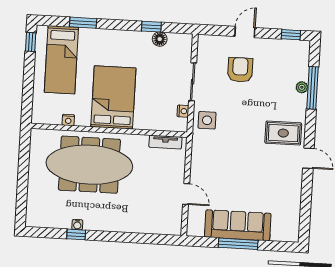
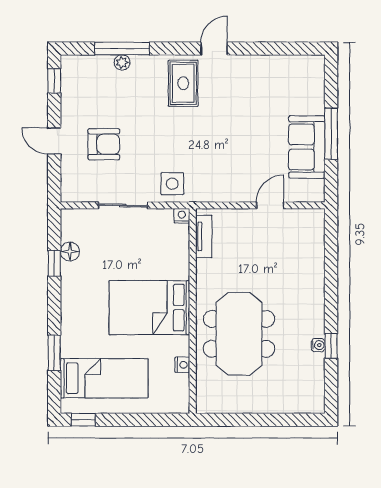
armchair: (240, 70) -> (104, 144), turned 180
nightstand: (183, 111) -> (182, 216), moved
meeting table: (89, 165) -> (239, 334), width x0.73
sofa: (238, 225) -> (307, 147), width x0.73

